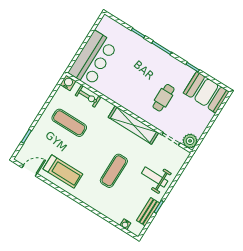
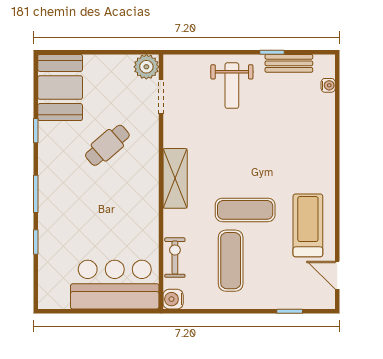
cafe table: (164, 98) -> (107, 145), turned -41
shelving: (133, 125) -> (175, 178), width x0.68
exercise mat: (114, 171) -> (245, 210), moved

